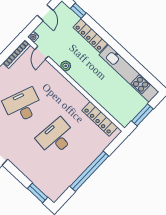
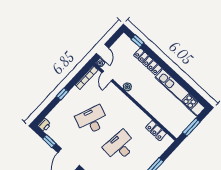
door: (45, 13) -> (103, 51), moved
locker: (100, 119) -> (156, 131), width x0.66

